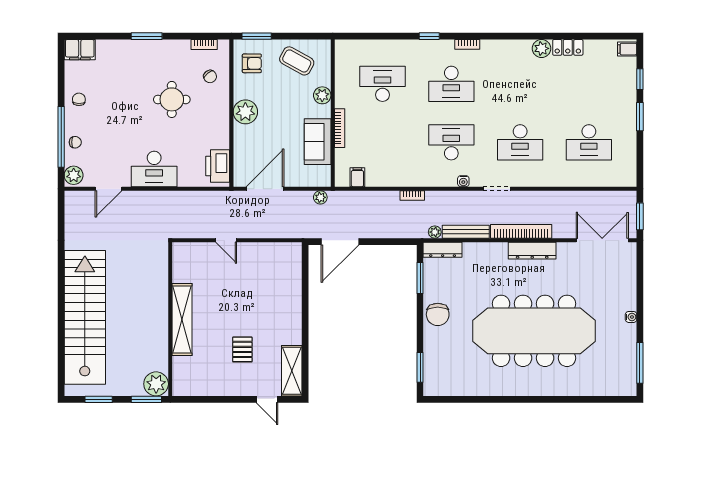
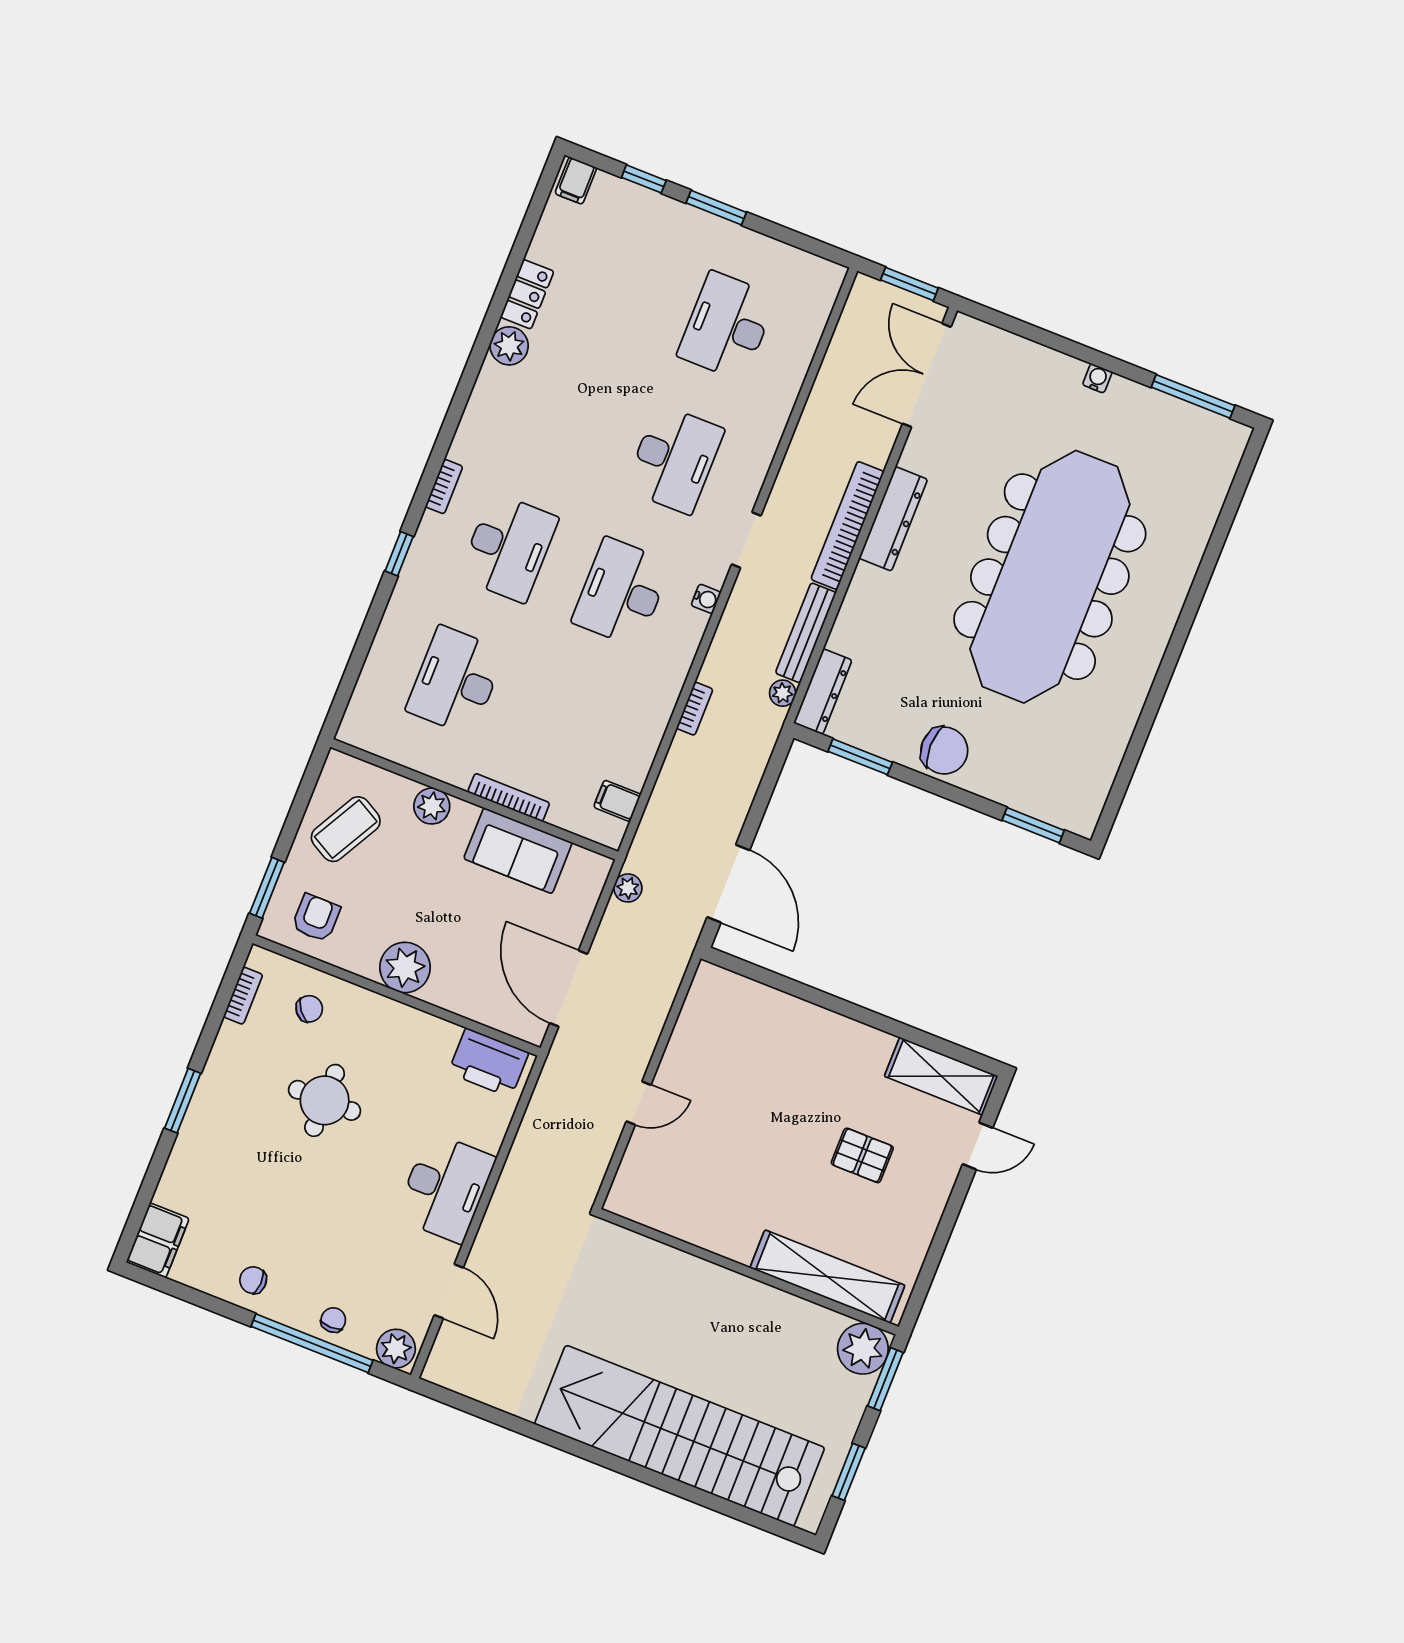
desk: (589, 142) -> (727, 326), turned 180
shelving: (182, 319) -> (827, 1277), moved

